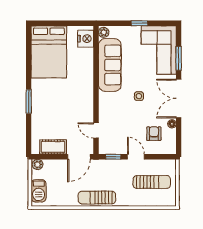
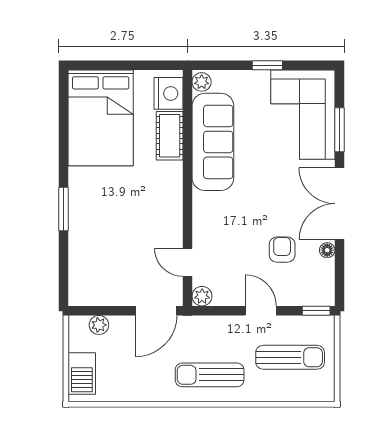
side table: (139, 96) -> (266, 199), removed
armchair: (154, 134) -> (282, 250), moved
cot: (53, 147) -> (170, 136), moved, turned 90
plant: (104, 149) -> (202, 296), added
window: (113, 157) -> (316, 311), moved
plant: (38, 164) -> (99, 325), moved
sun lounger: (97, 198) -> (210, 375), moved

